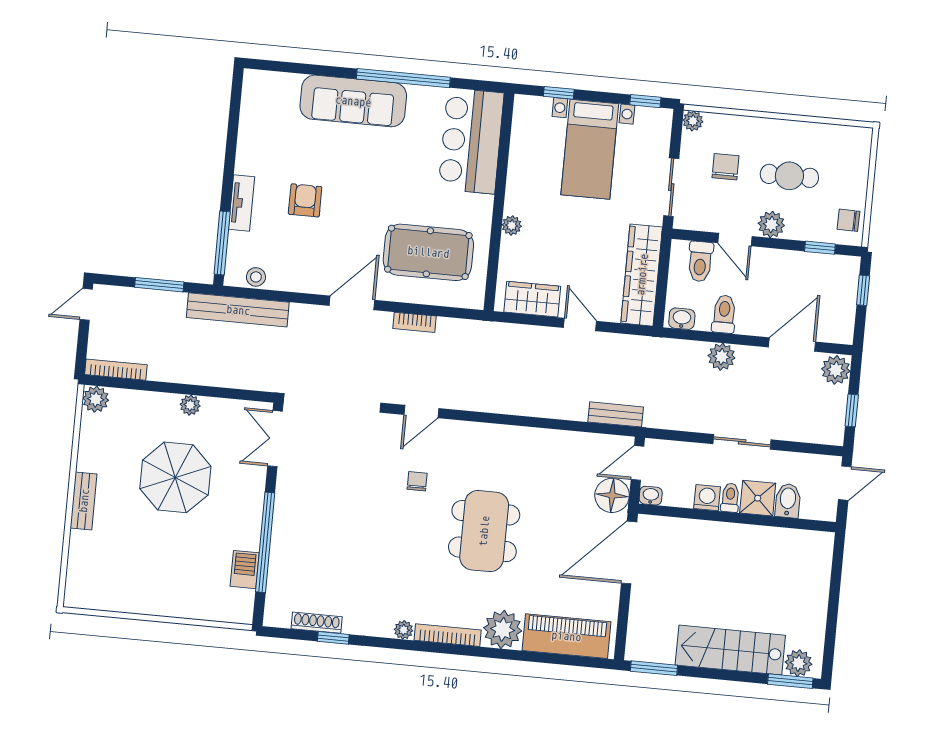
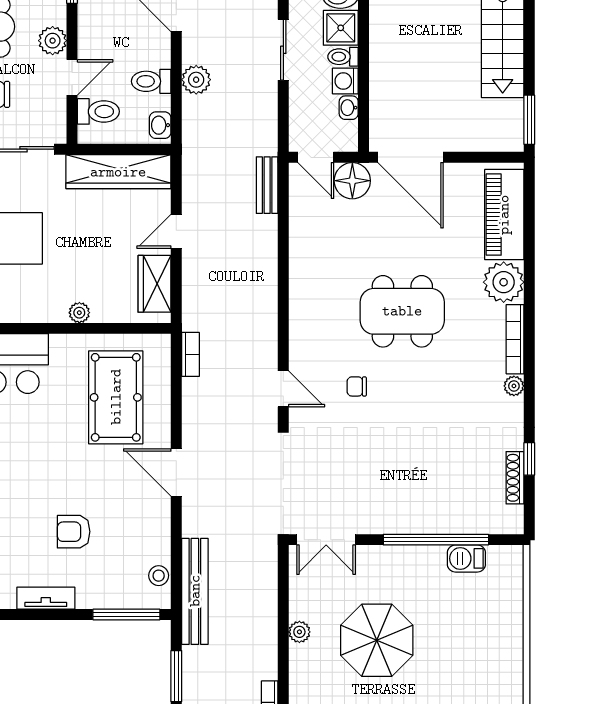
tv unit: (241, 203) -> (46, 598), moved
bookcase: (415, 322) -> (190, 354), moved
washbasin: (651, 496) -> (349, 108), moved

